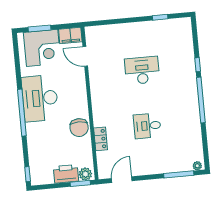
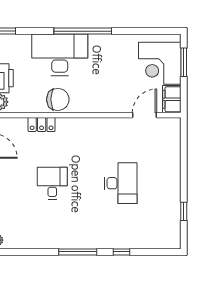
desk: (40, 98) -> (60, 55), moved
window: (201, 100) -> (78, 252), width x0.68
chair: (79, 128) -> (58, 99), turned 180

